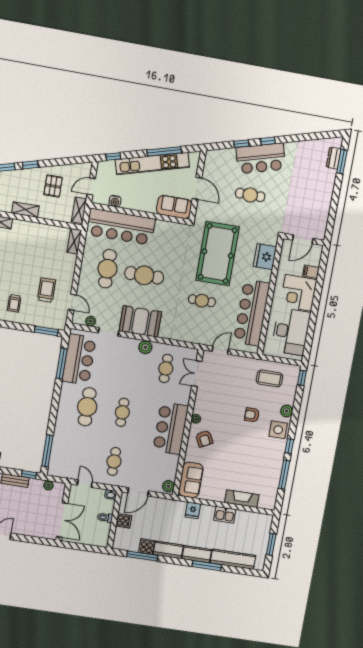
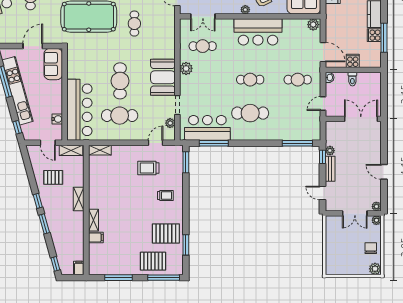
plant: (48, 485) -> (330, 151), moved

